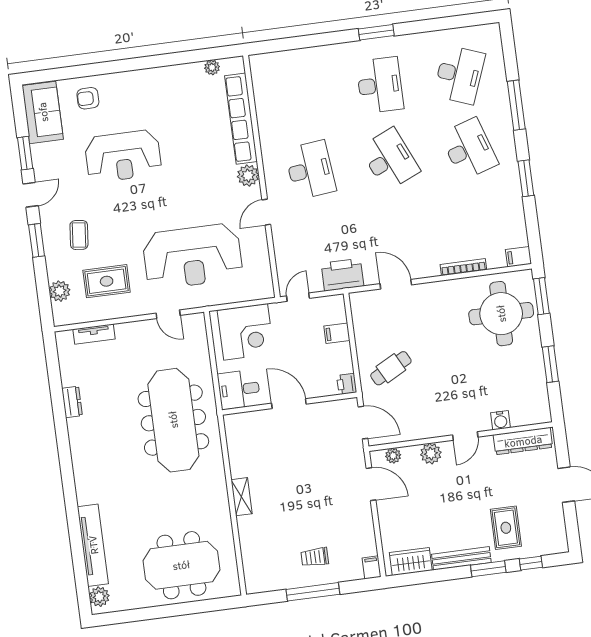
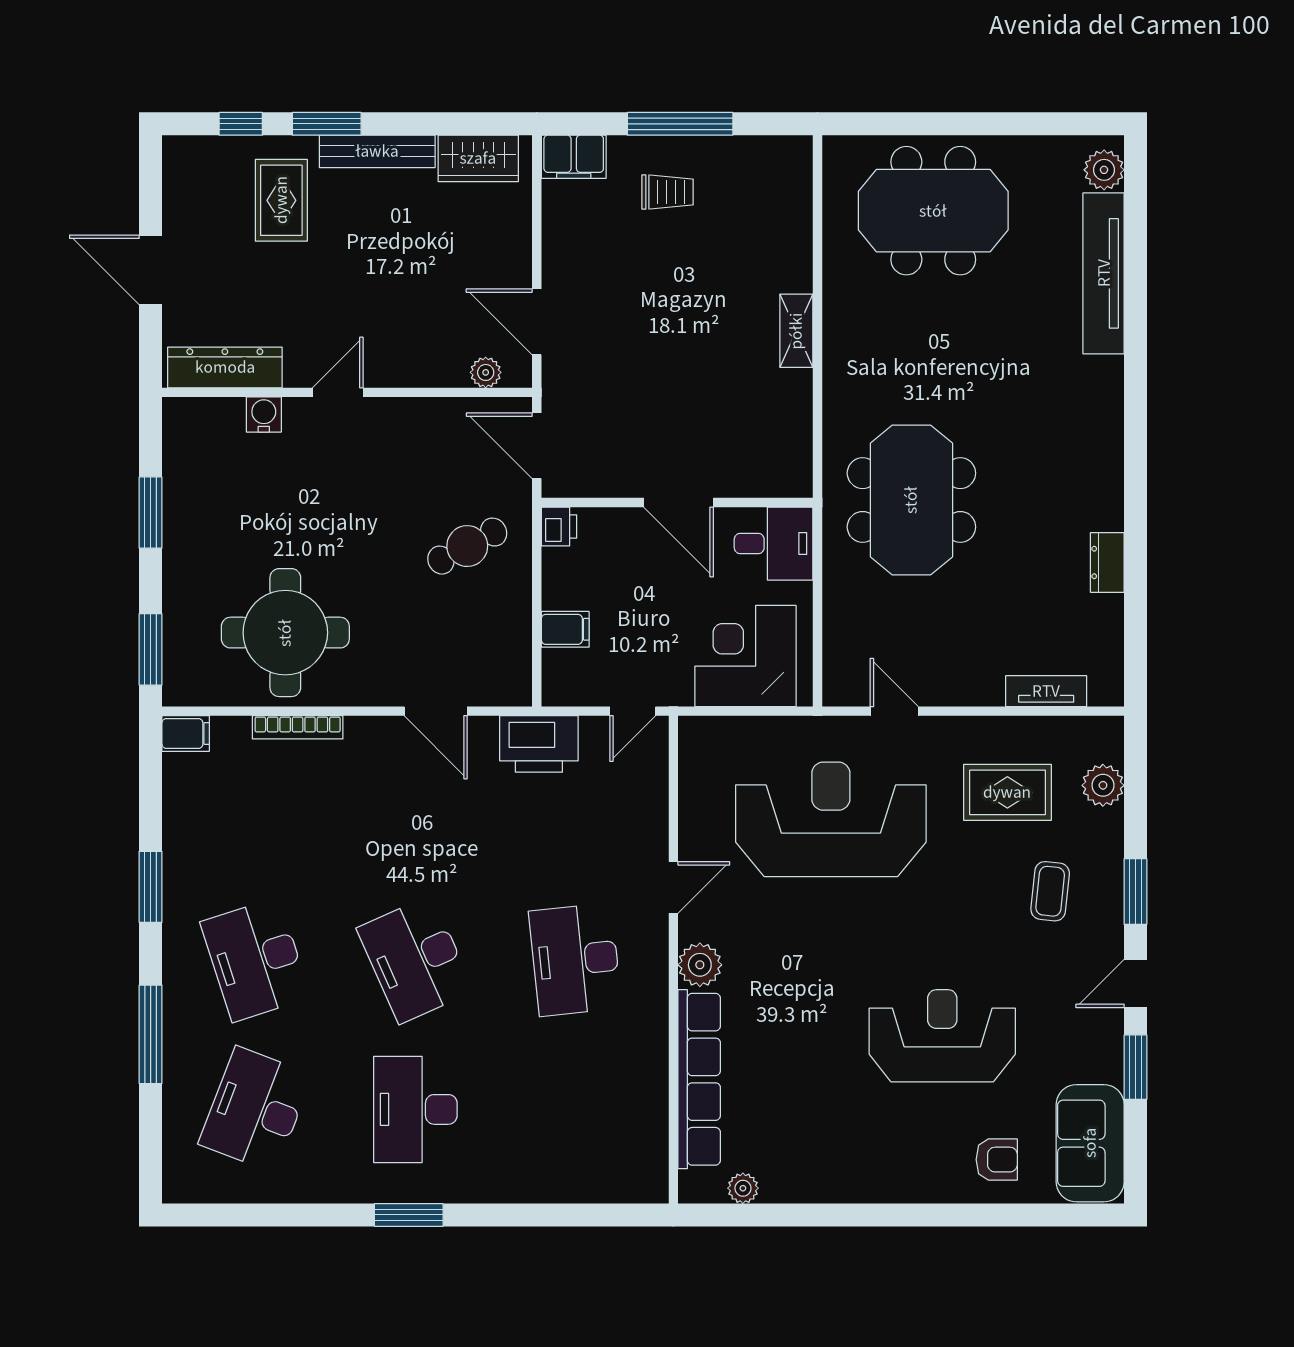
round table: (501, 314) -> (285, 633), moved
meeting table: (173, 420) -> (911, 500), width x0.73
plant: (431, 454) -> (411, 367), removed
filing cabinet: (372, 567) -> (574, 157), width x2.00

